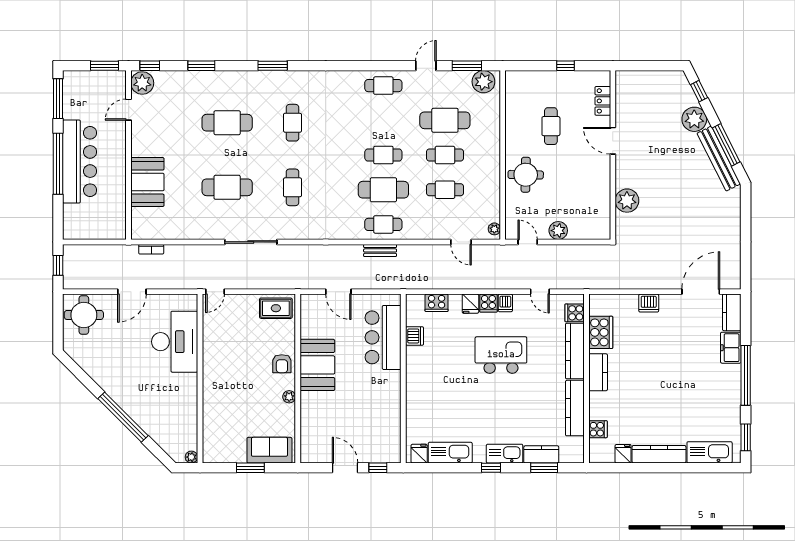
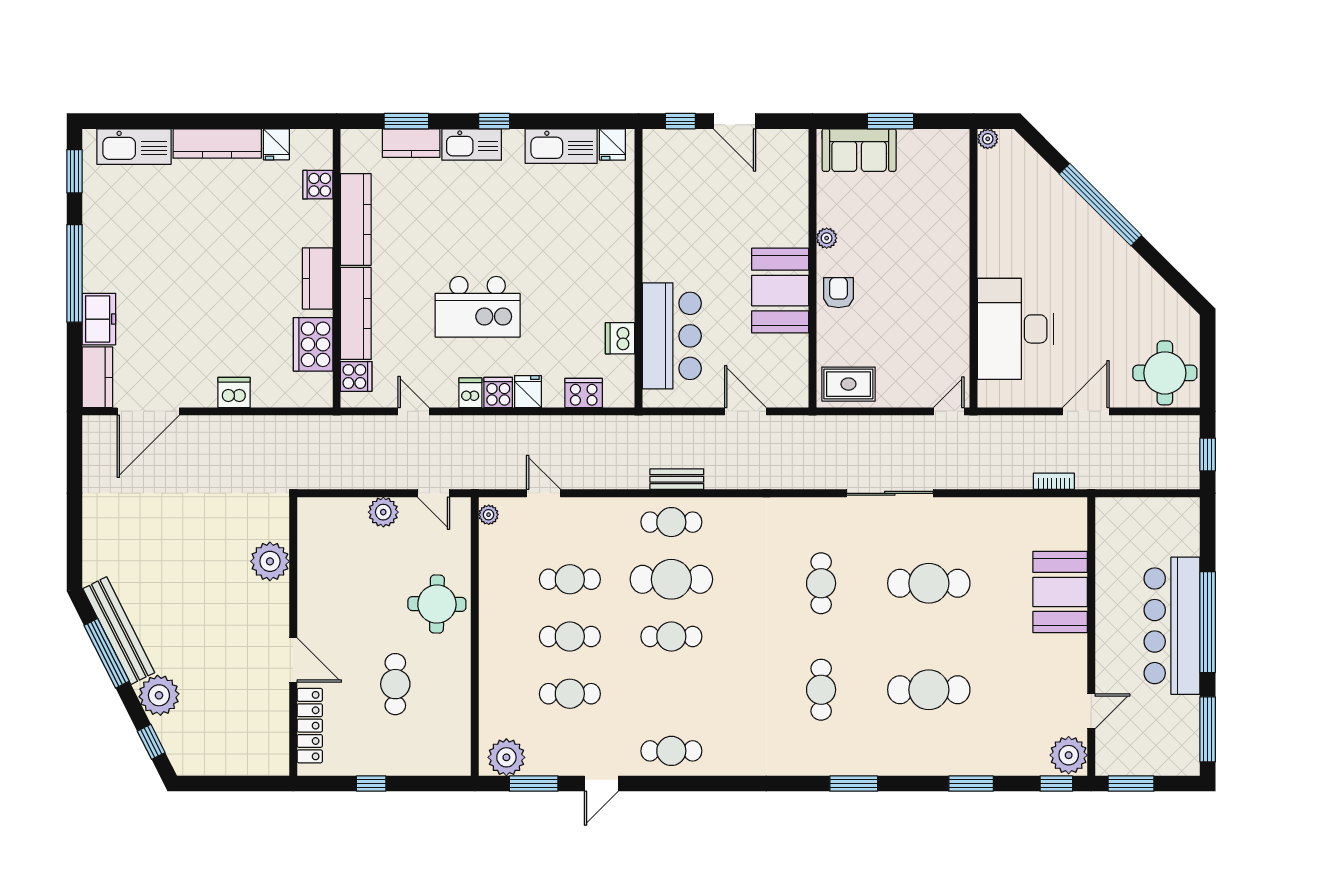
locker: (603, 101) -> (310, 726), width x1.53
cafe table: (445, 120) -> (570, 694), width x0.73, depth x0.74

